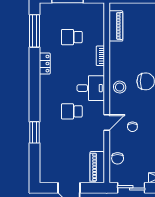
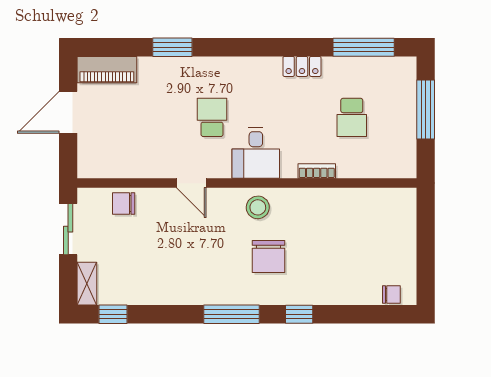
piano: (116, 26) -> (373, 200), removed
school desk: (72, 37) -> (352, 117), turned 180
chair: (132, 127) -> (183, 232), removed
piano: (97, 167) -> (107, 70), moved, turned 180

